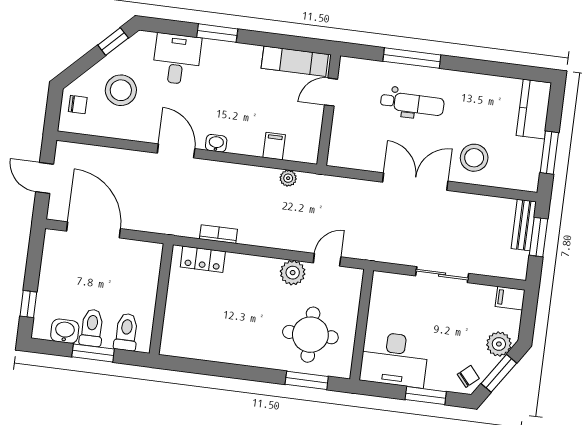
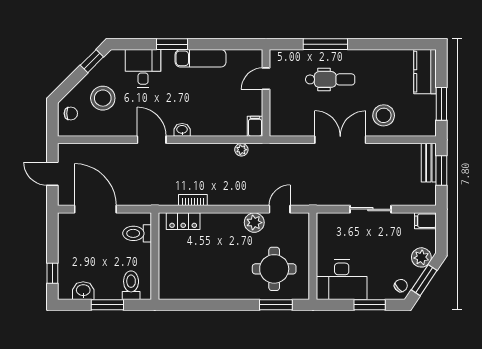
exam couch: (295, 61) -> (201, 58), moved
filing cabinet: (274, 146) -> (255, 126), moved
toilet: (92, 328) -> (137, 233), moved, turned -90

